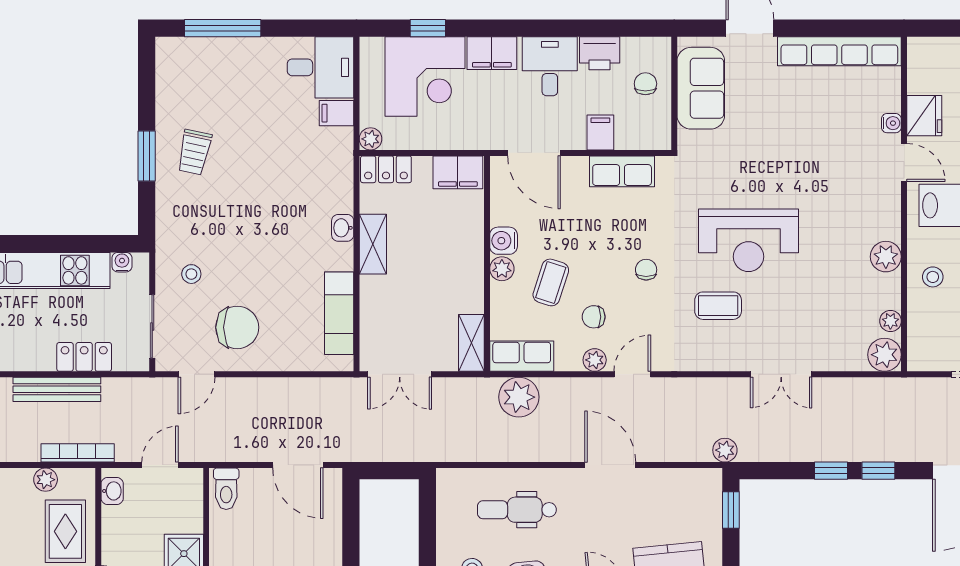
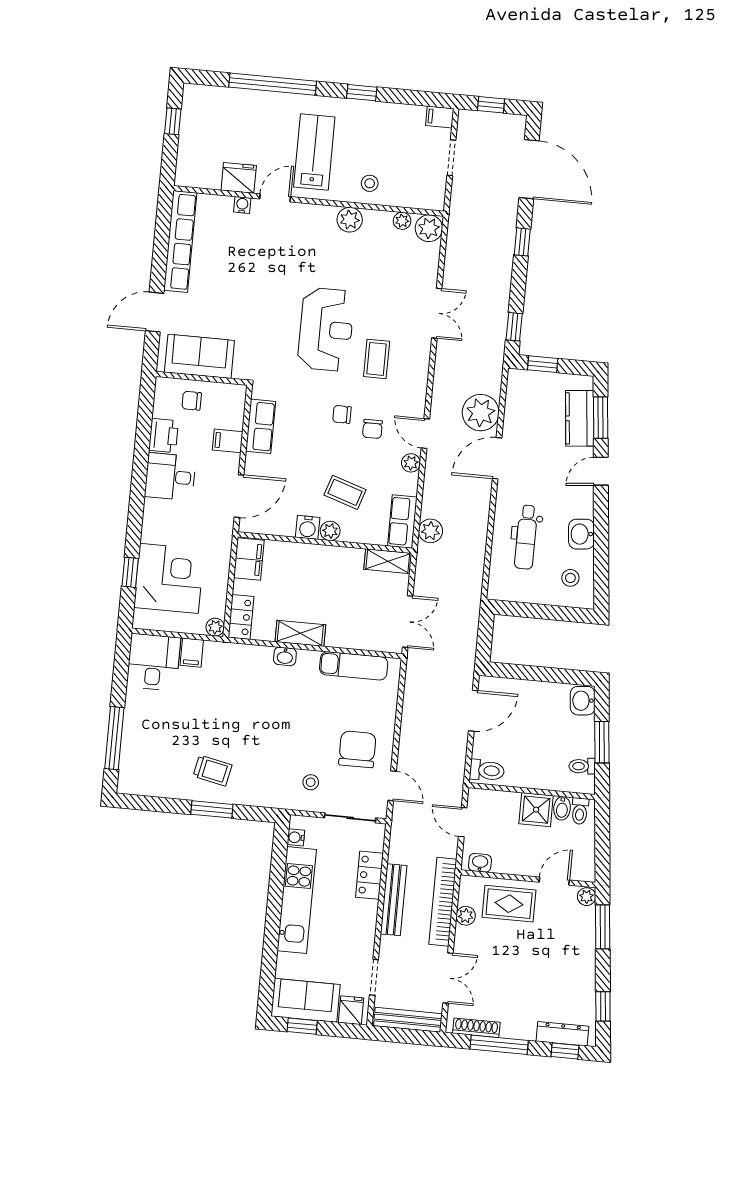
filing cabinet: (492, 53) -> (155, 522), removed
chair: (594, 317) -> (372, 429), moved
plant: (519, 397) -> (430, 531), width x0.73, depth x0.73
plant: (725, 450) -> (481, 413), moved, width x1.87, depth x1.87
bookcase: (78, 453) -> (443, 902), width x1.48, depth x1.31
window: (831, 471) -> (514, 327), moved

